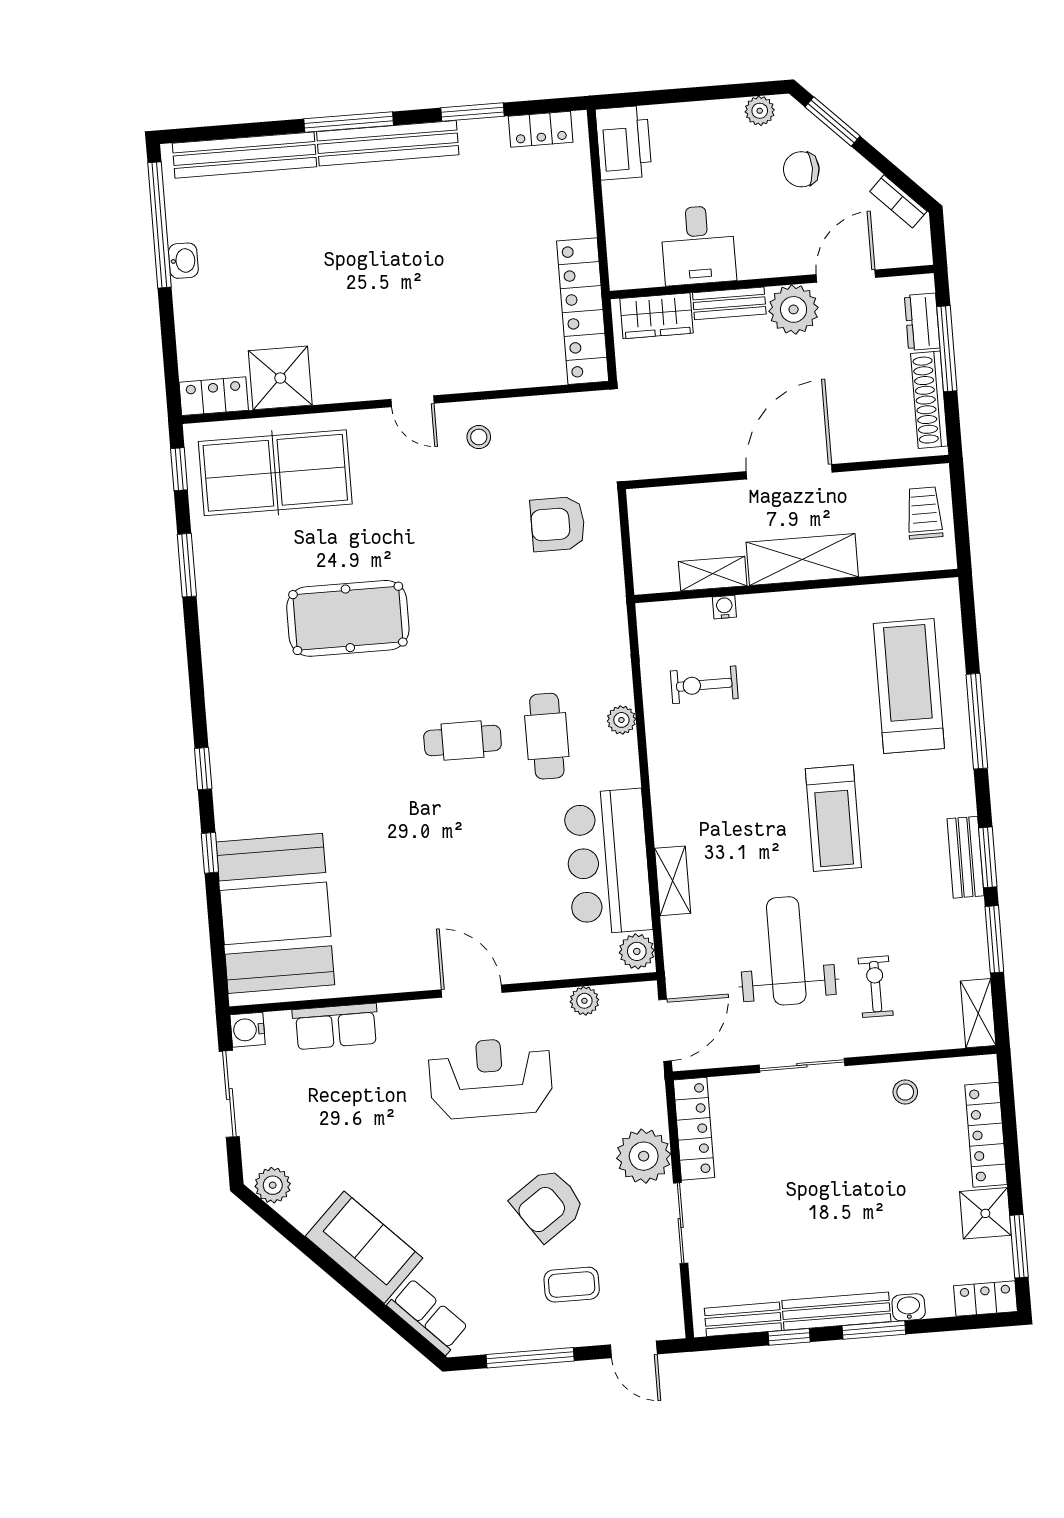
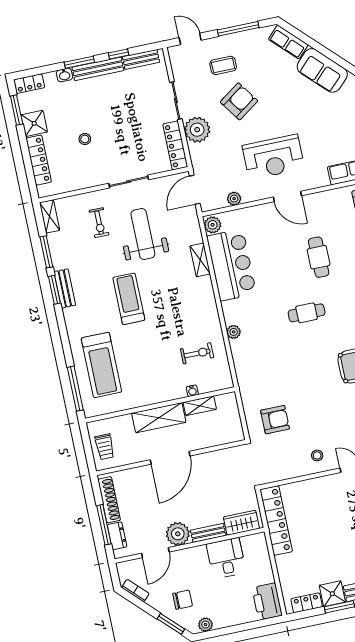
shower: (484, 142) -> (332, 594), added
window: (977, 721) -> (75, 389), moved
cafe table: (547, 736) -> (319, 257), moved
weight bench: (786, 951) -> (143, 234), turned 180
stool: (905, 1092) -> (85, 139), moved

